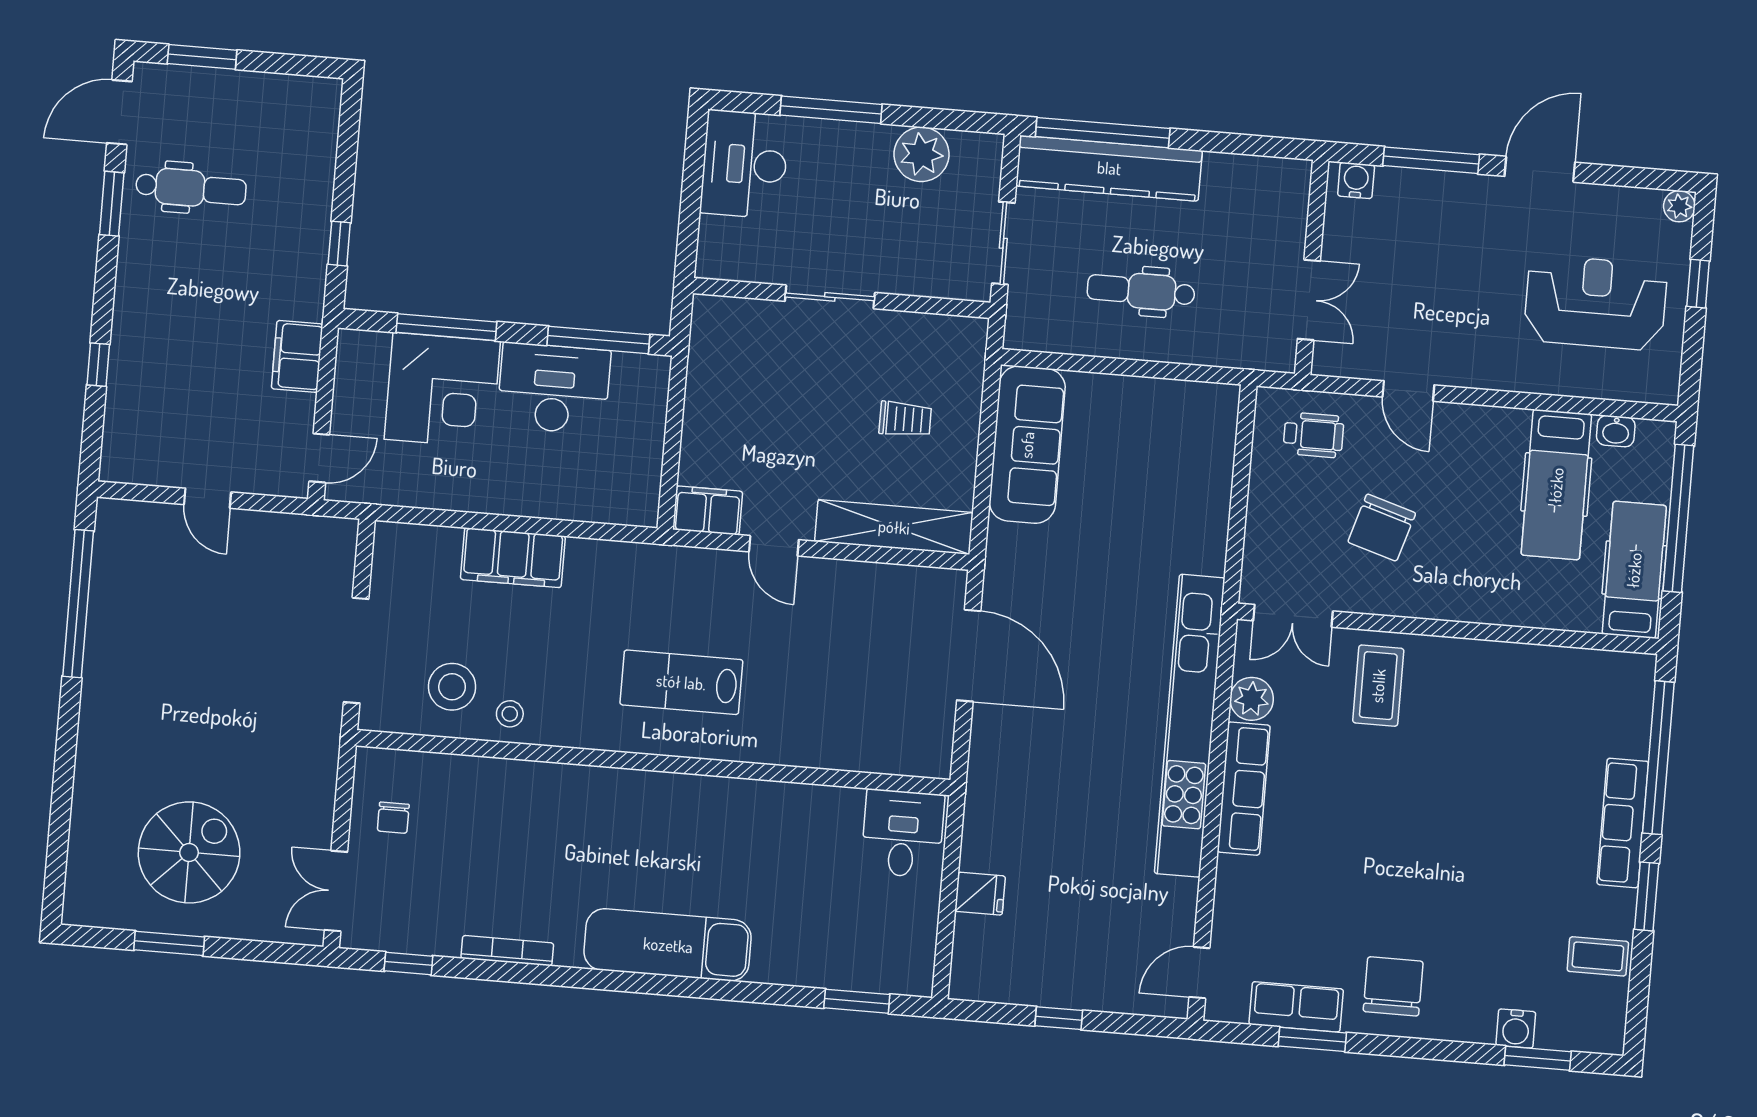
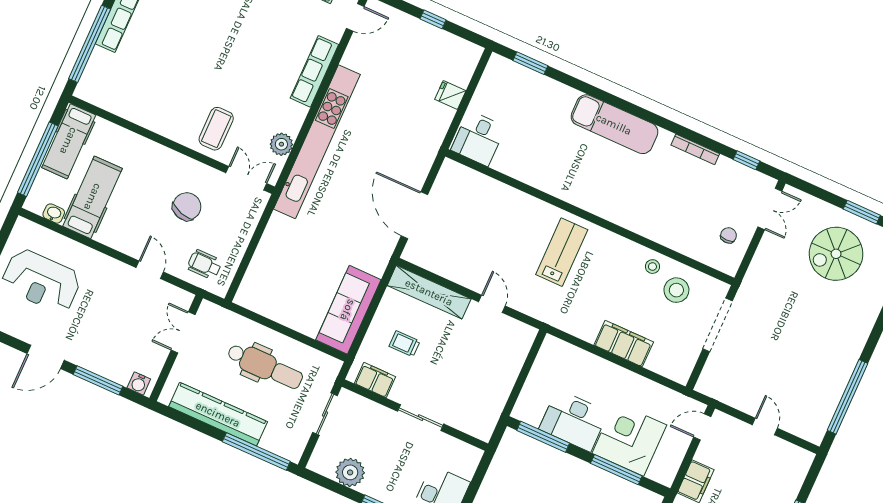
kitchen counter: (1109, 168) -> (218, 414), moved
dental chair: (1141, 291) -> (265, 366), width x1.36, depth x1.38
filing cabinet: (708, 510) -> (375, 380), moved, turned 180
lab bench: (681, 682) -> (562, 252), turned -90
row of seats: (1244, 789) -> (314, 71), moved

